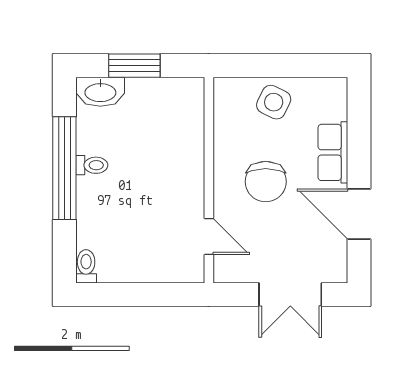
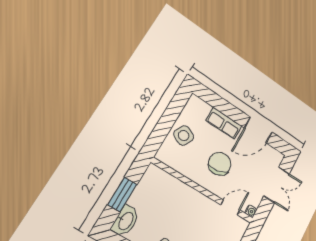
chair: (266, 182) -> (220, 164), turned -101
water cooler: (222, 274) -> (251, 211), added

